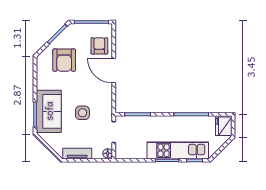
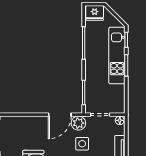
armchair: (99, 46) -> (20, 128), removed
door: (114, 71) -> (60, 115), moved
plant: (105, 109) -> (78, 123), added

